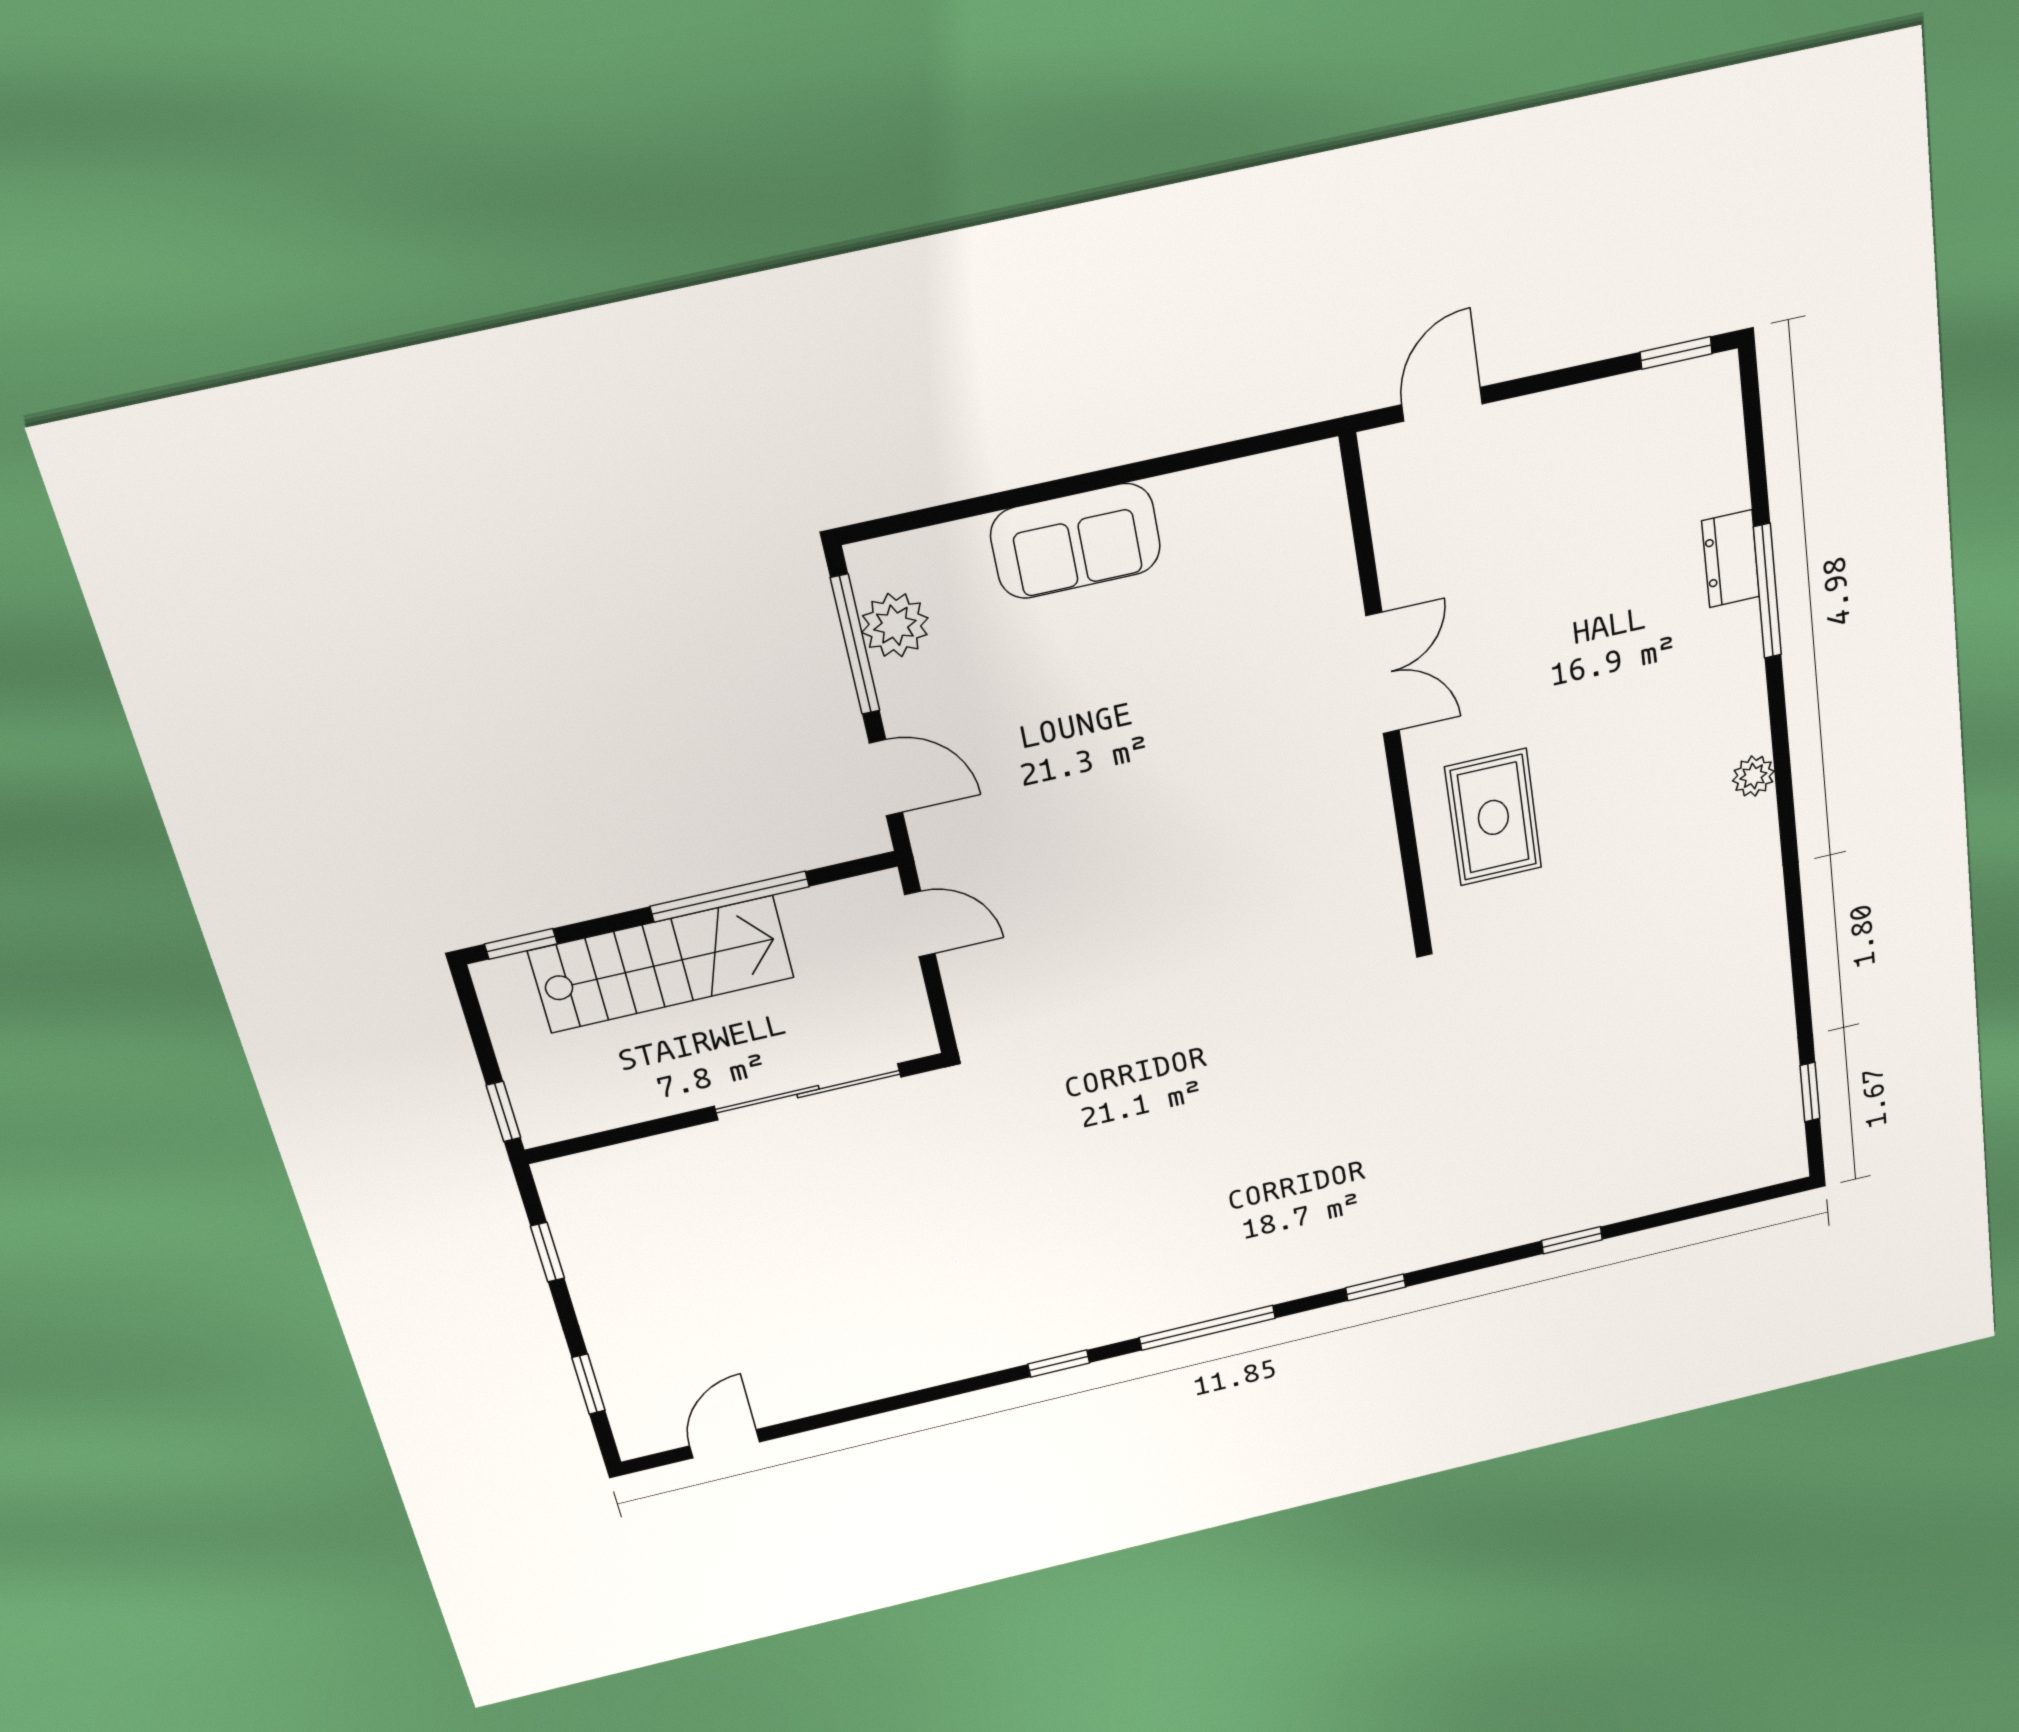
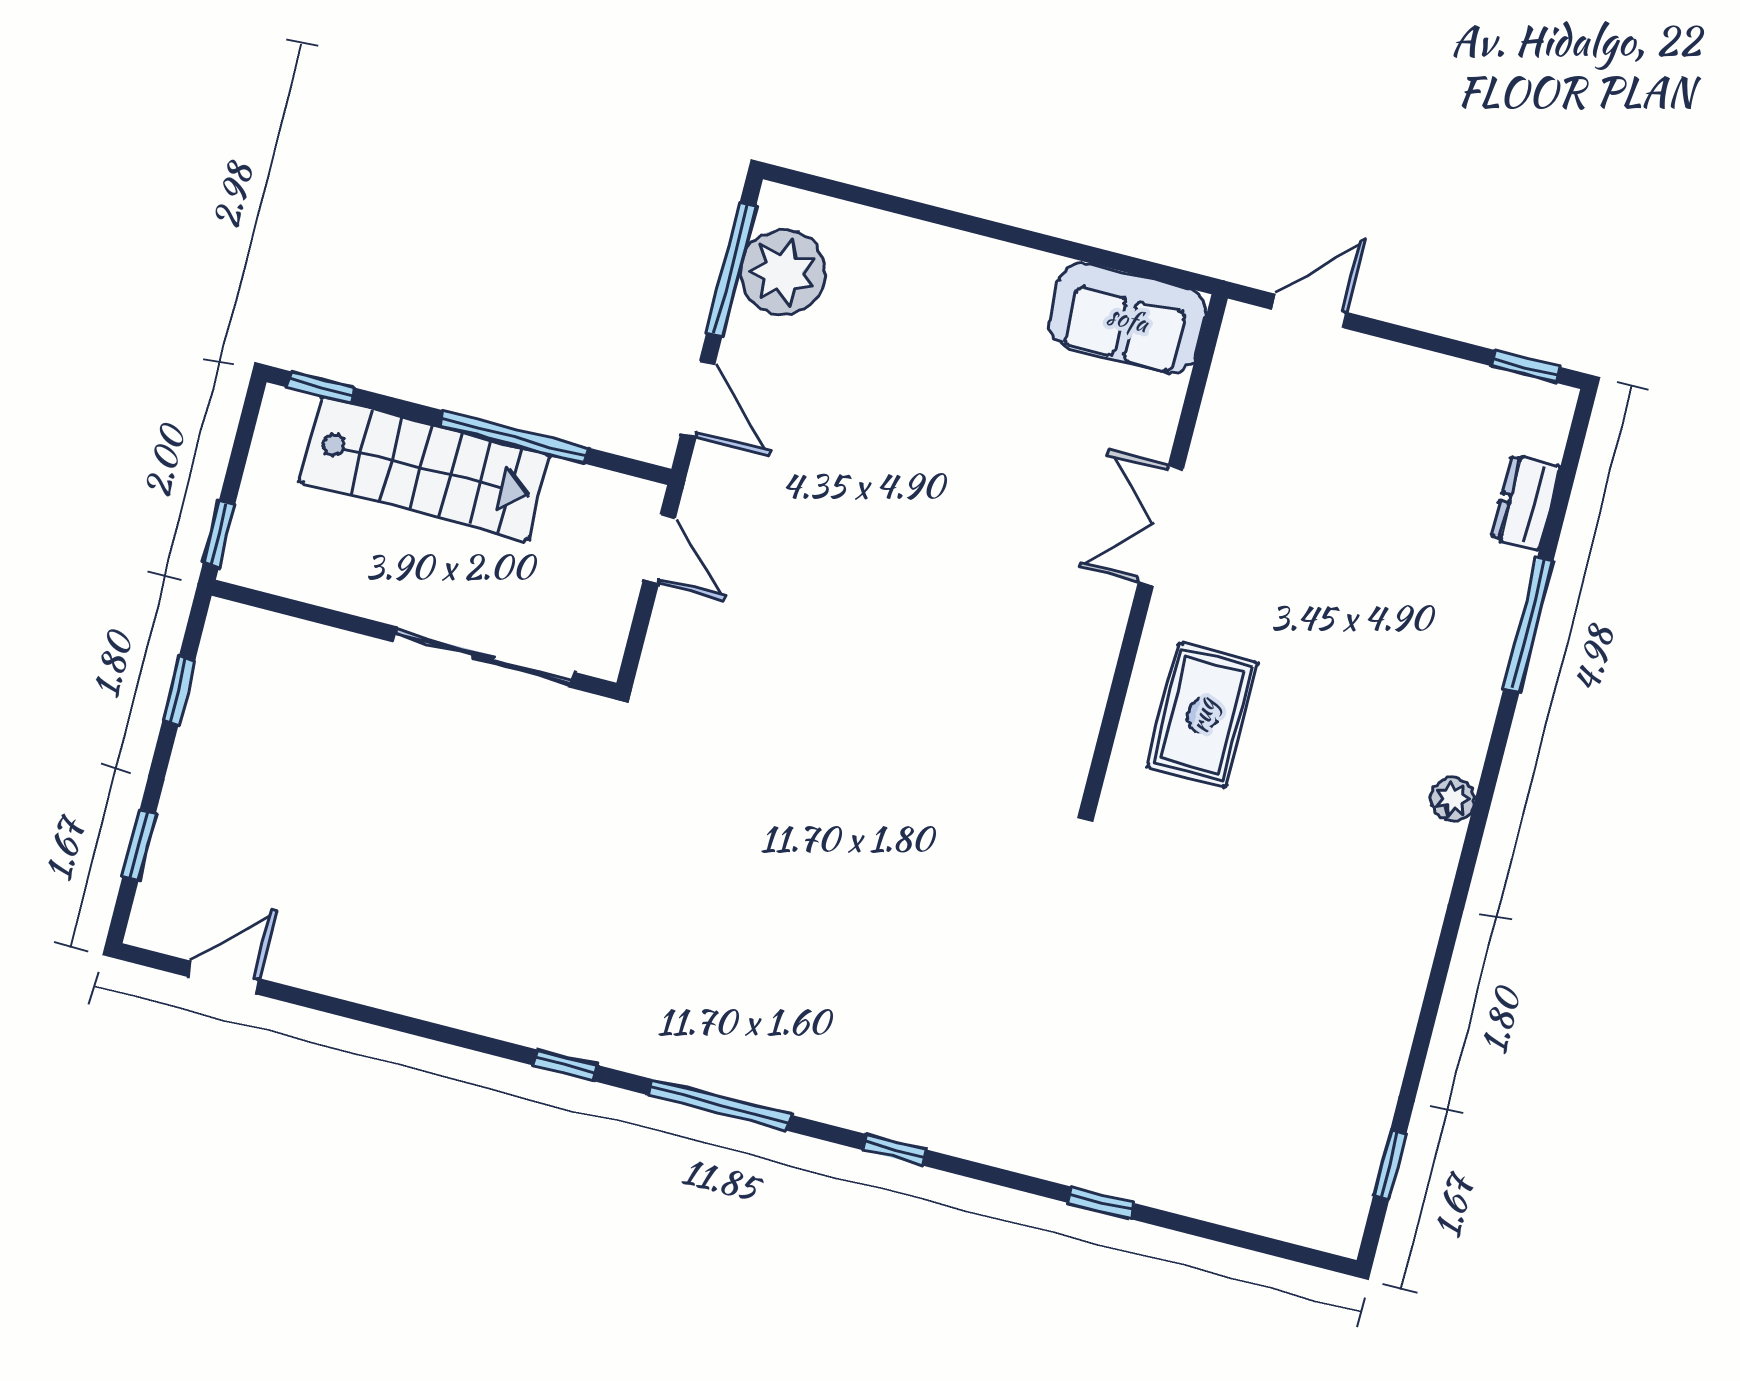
sofa: (1076, 541) -> (1128, 318), moved
dresser: (1731, 559) -> (1526, 503), moved
plant: (895, 625) -> (783, 272), width x1.36, depth x1.36
double door: (1383, 673) -> (1161, 525), swing flipped

